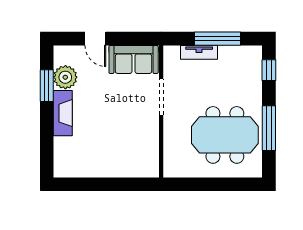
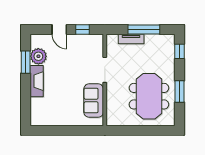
window: (129, 39) -> (83, 30), added
sofa: (134, 59) -> (94, 101), moved, turned 90
window: (269, 128) -> (179, 92), width x0.69
meeting table: (225, 135) -> (149, 96), turned 90

